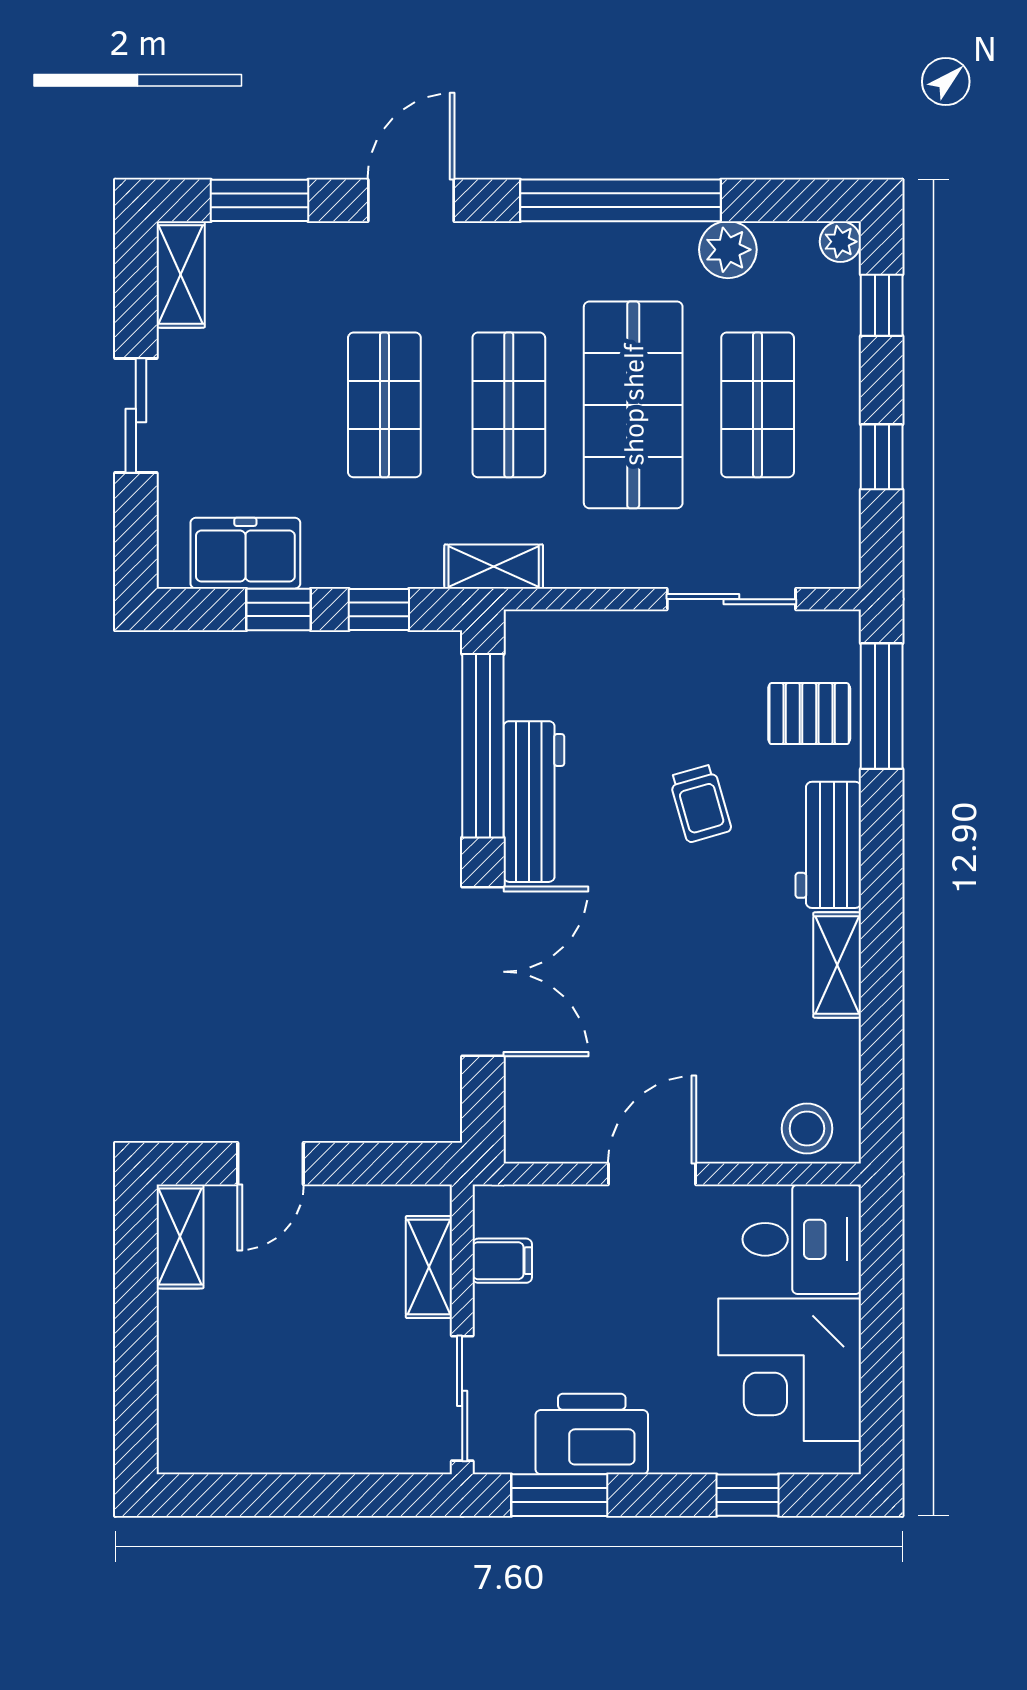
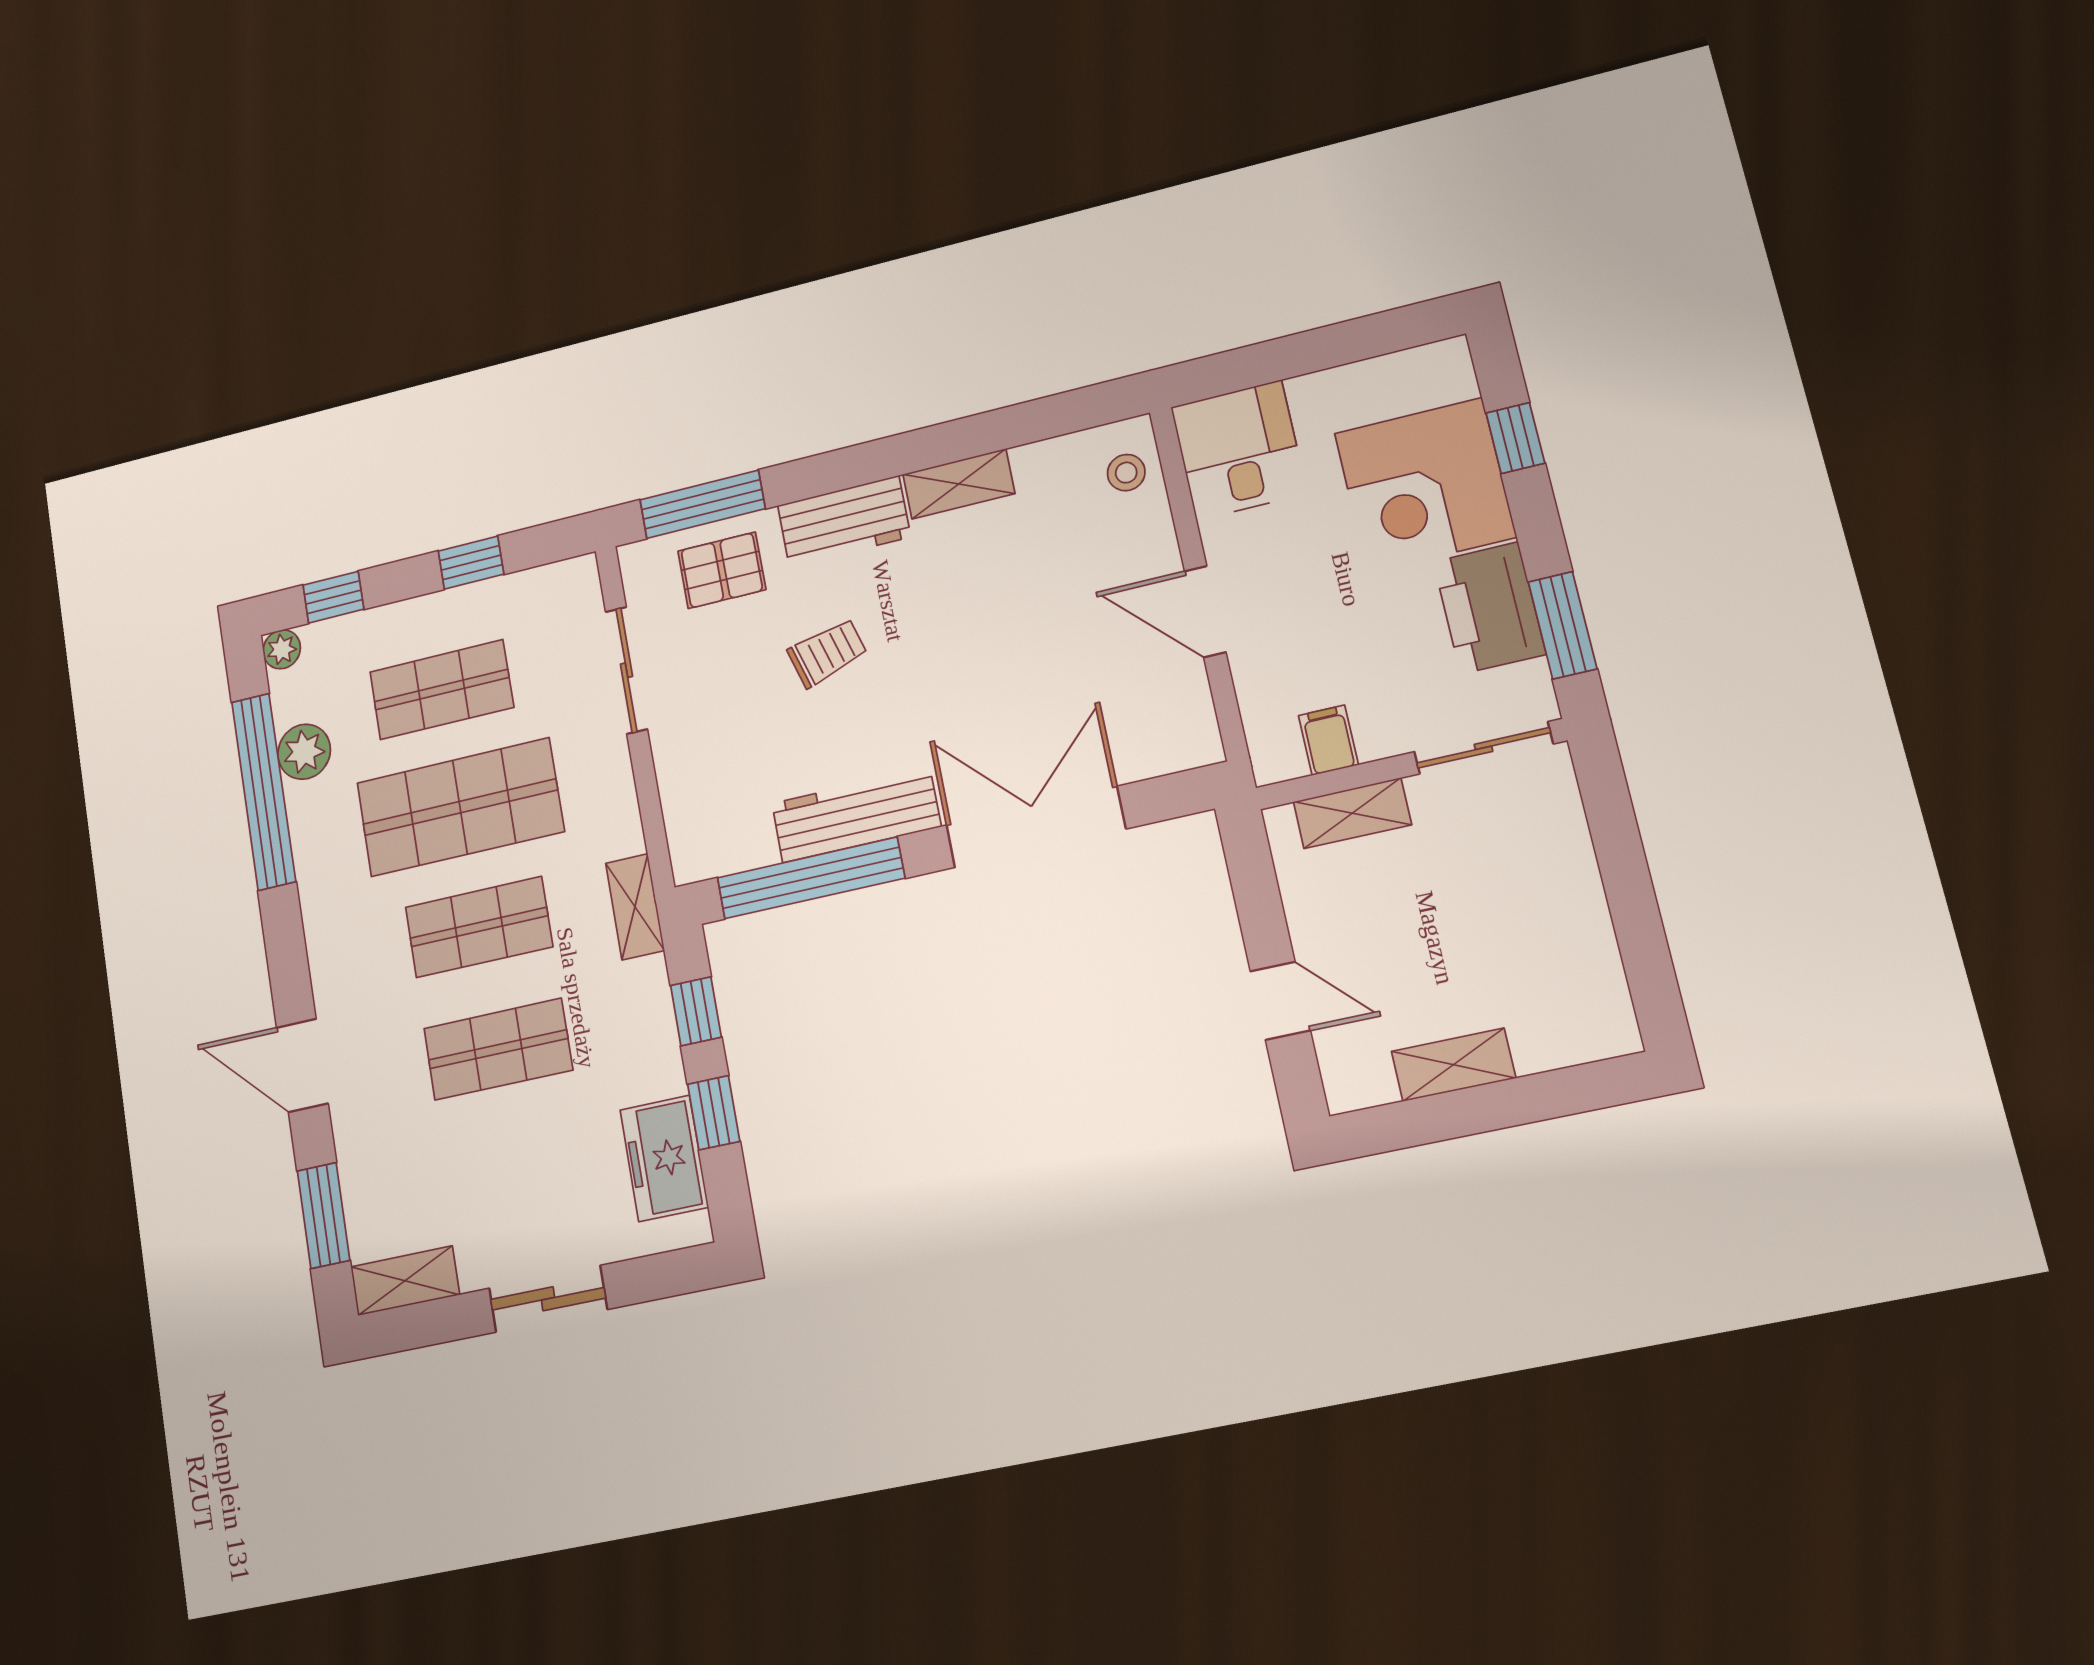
window: (621, 200) -> (264, 791), moved
pallet: (809, 714) -> (722, 570), turned 90
stool: (807, 1129) -> (1126, 473), width x0.73, depth x0.73
shelving: (180, 1236) -> (1453, 1065), moved
corner desk: (790, 1370) -> (1425, 485), moved, turned 90

